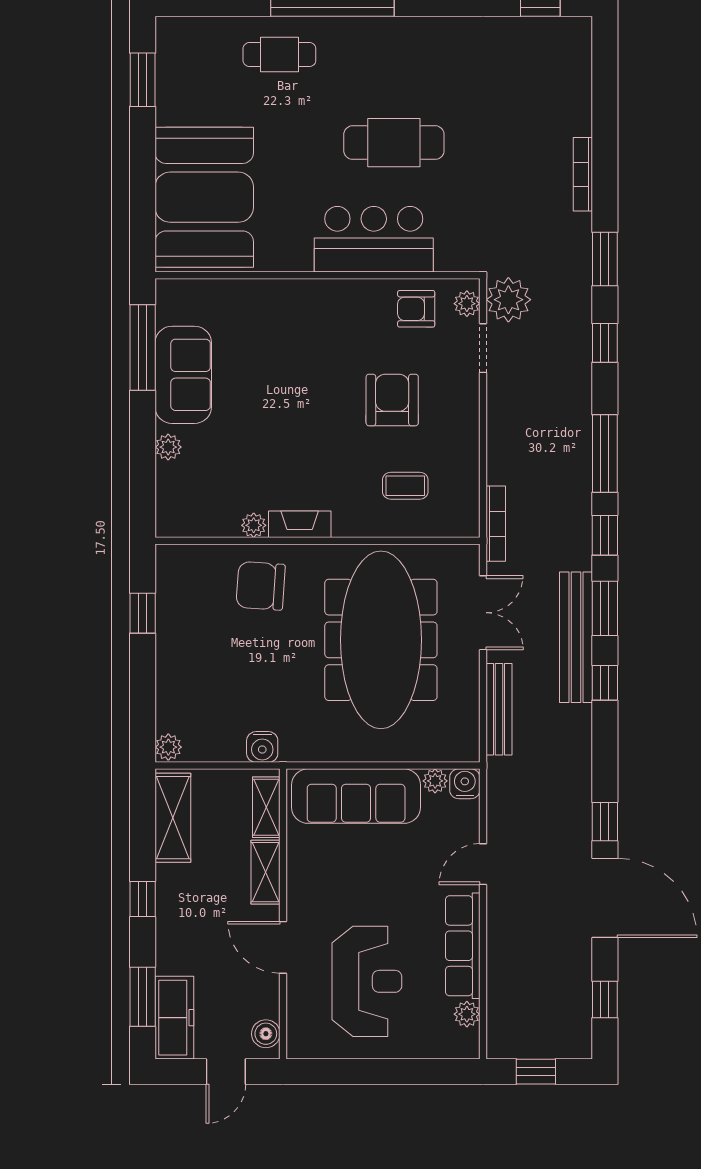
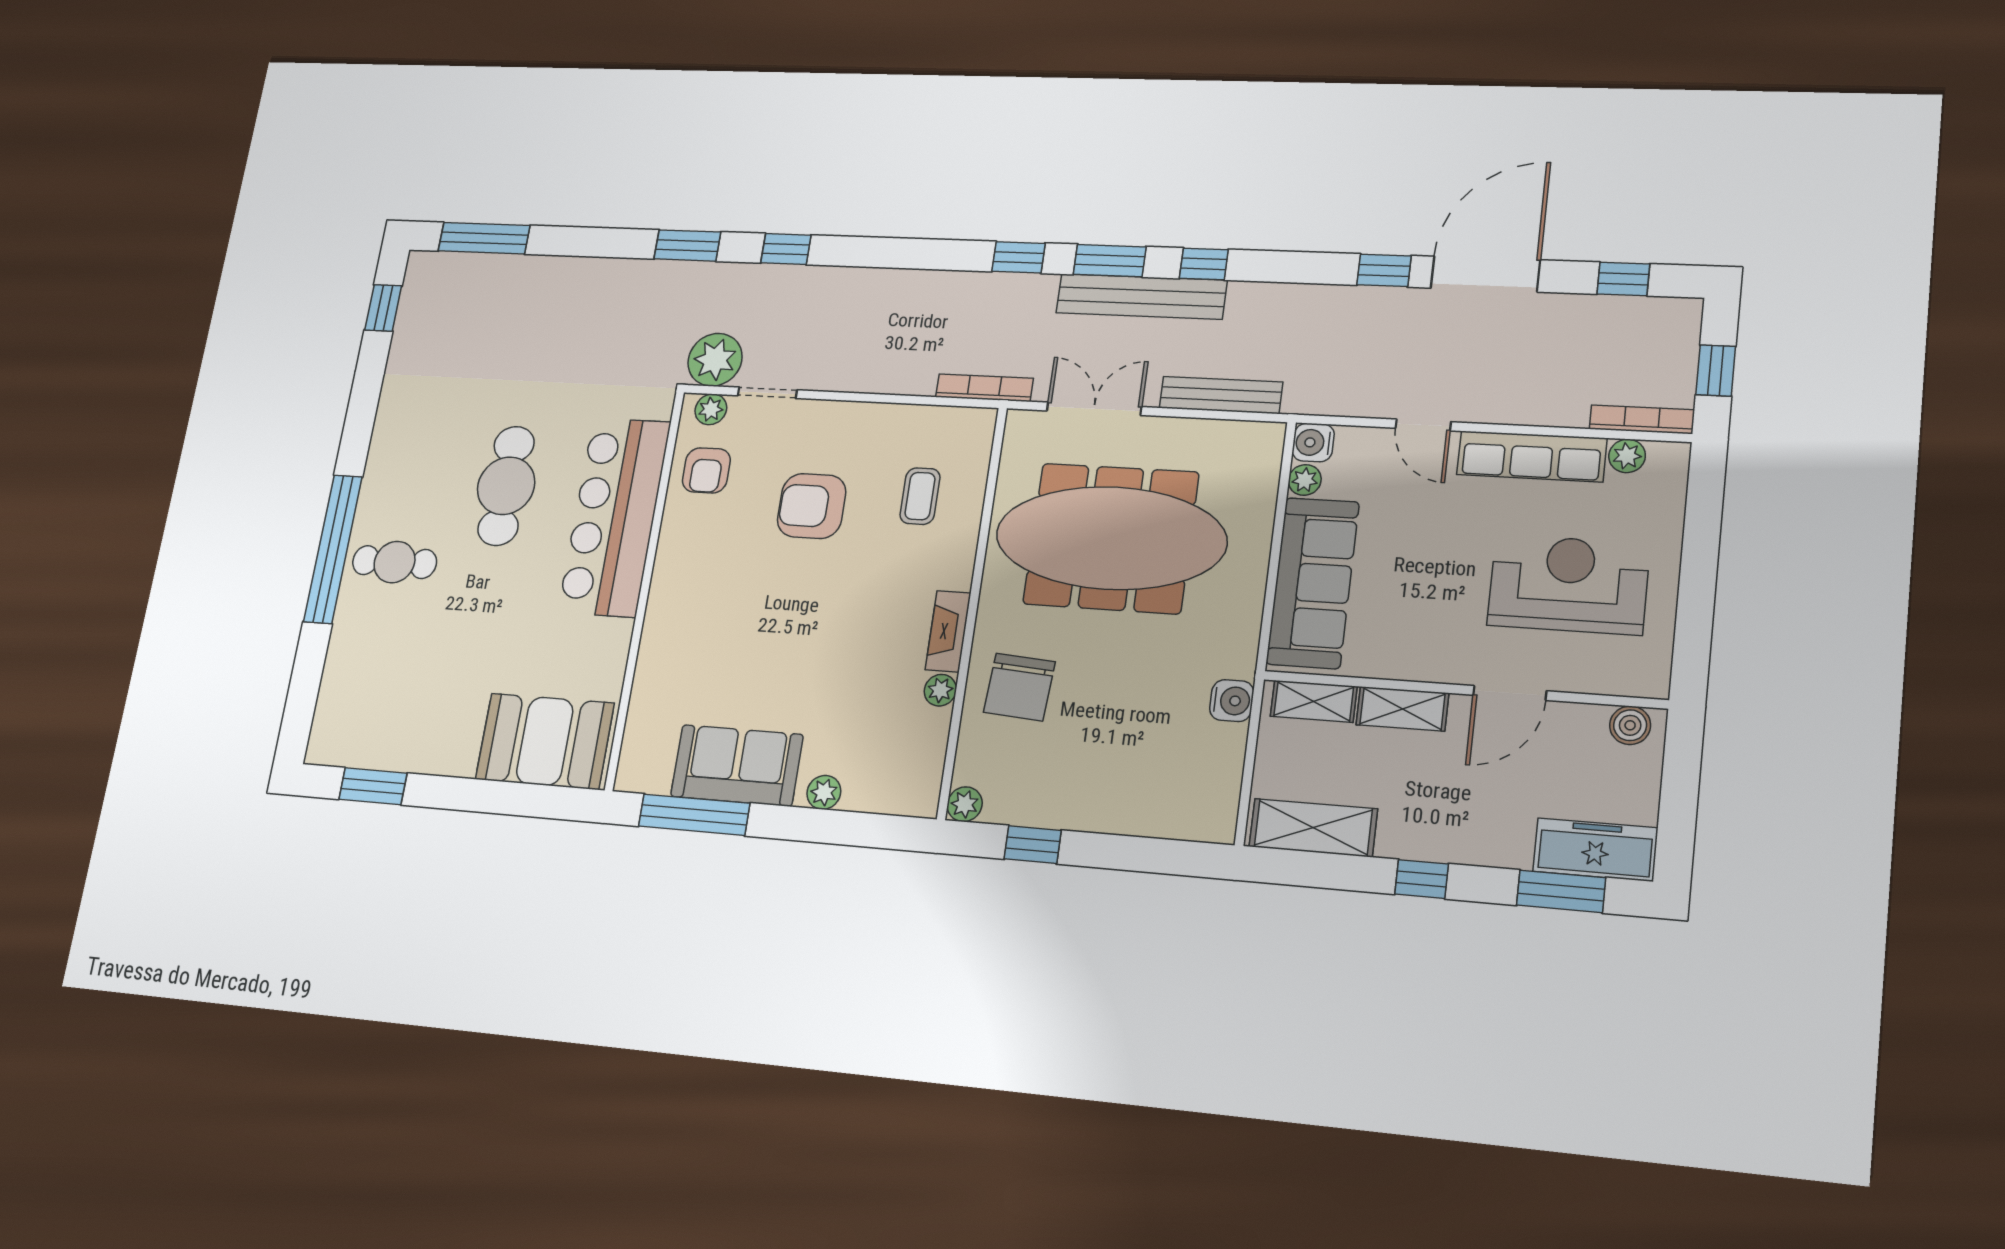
cafe table: (279, 55) -> (394, 562), moved, turned 90
bookcase: (583, 174) -> (1642, 419), moved, turned 180
booth: (204, 197) -> (545, 741), width x0.73, depth x0.70
bar counter: (374, 239) -> (614, 517), width x1.36
window: (605, 453) -> (484, 238), moved
plant: (168, 747) -> (965, 804), moved
door: (226, 1072) -> (1680, 784), removed

